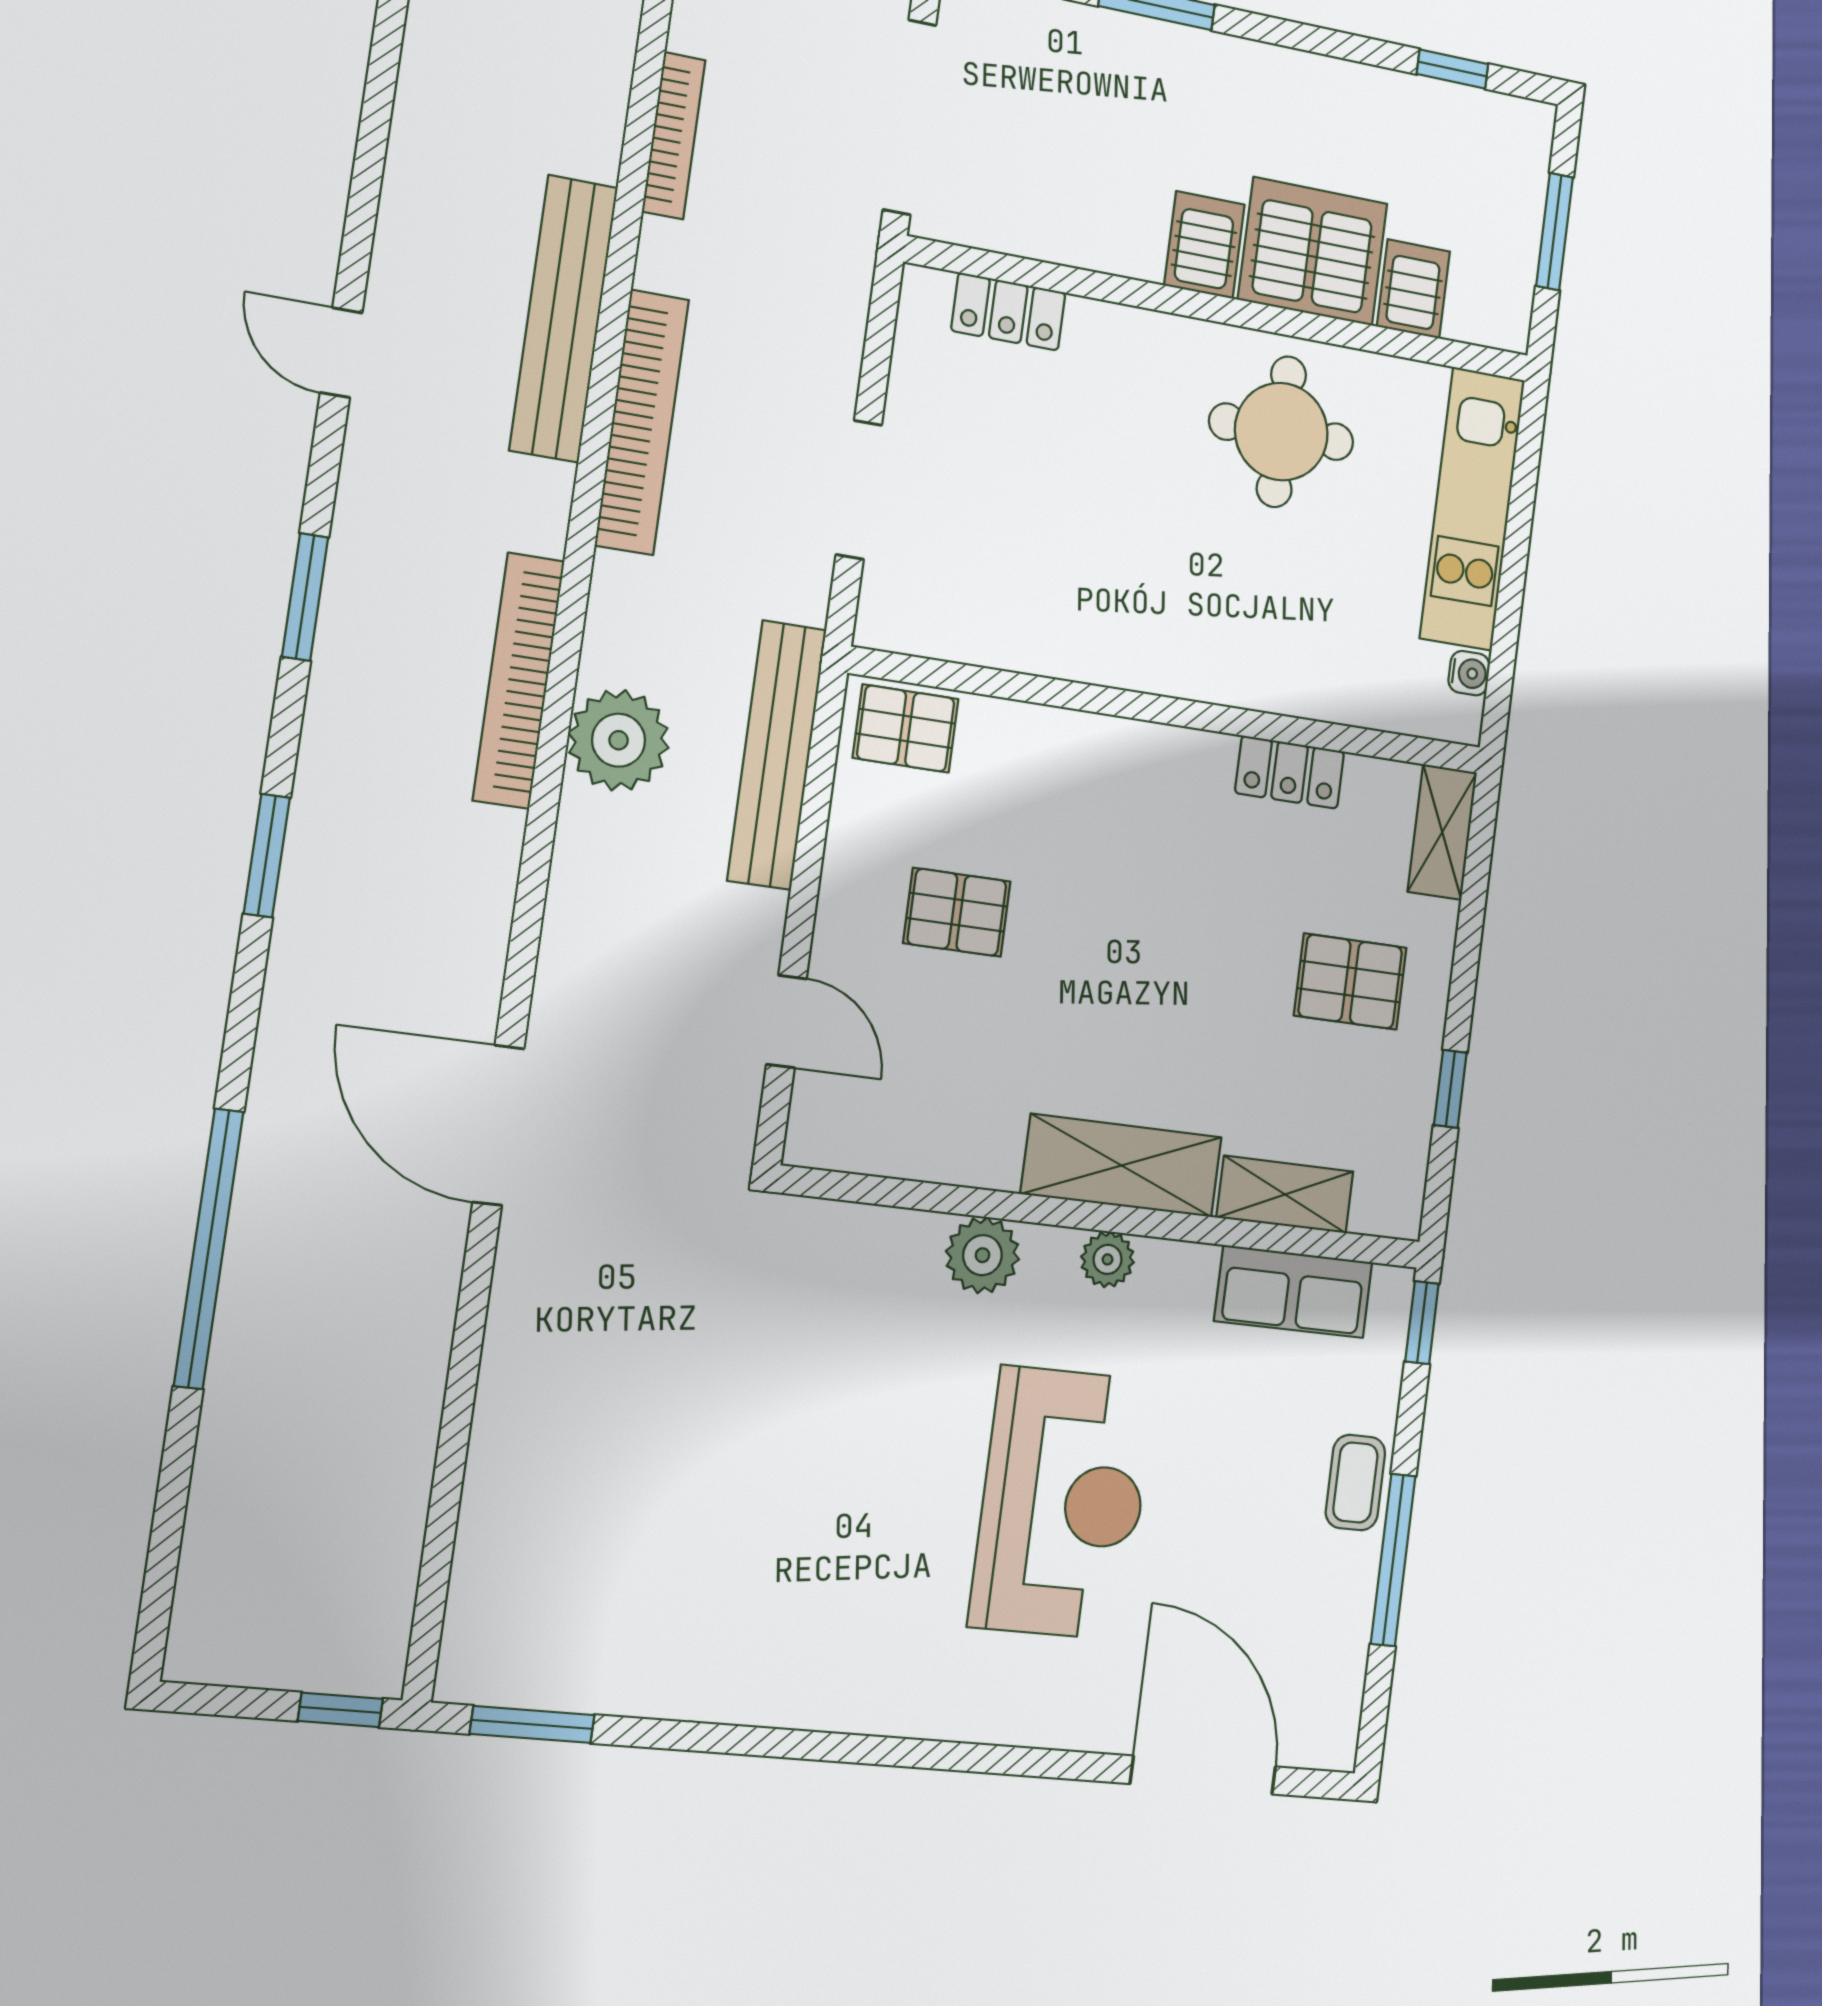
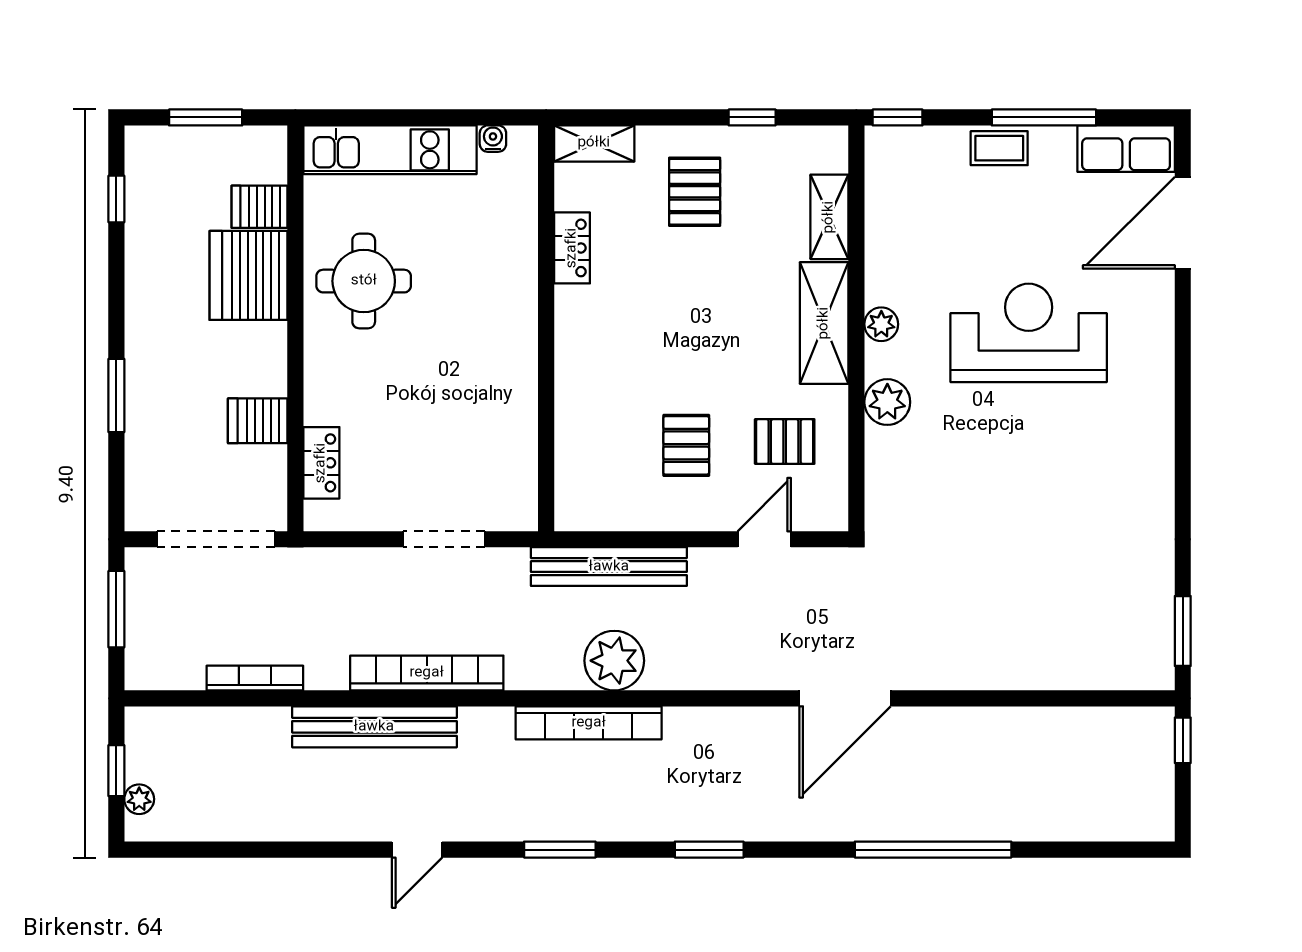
server rack: (1204, 245) -> (258, 421), moved
pallet: (906, 728) -> (785, 442), moved, turned 90
row of seats: (1293, 1292) -> (1126, 149), moved, turned 90

